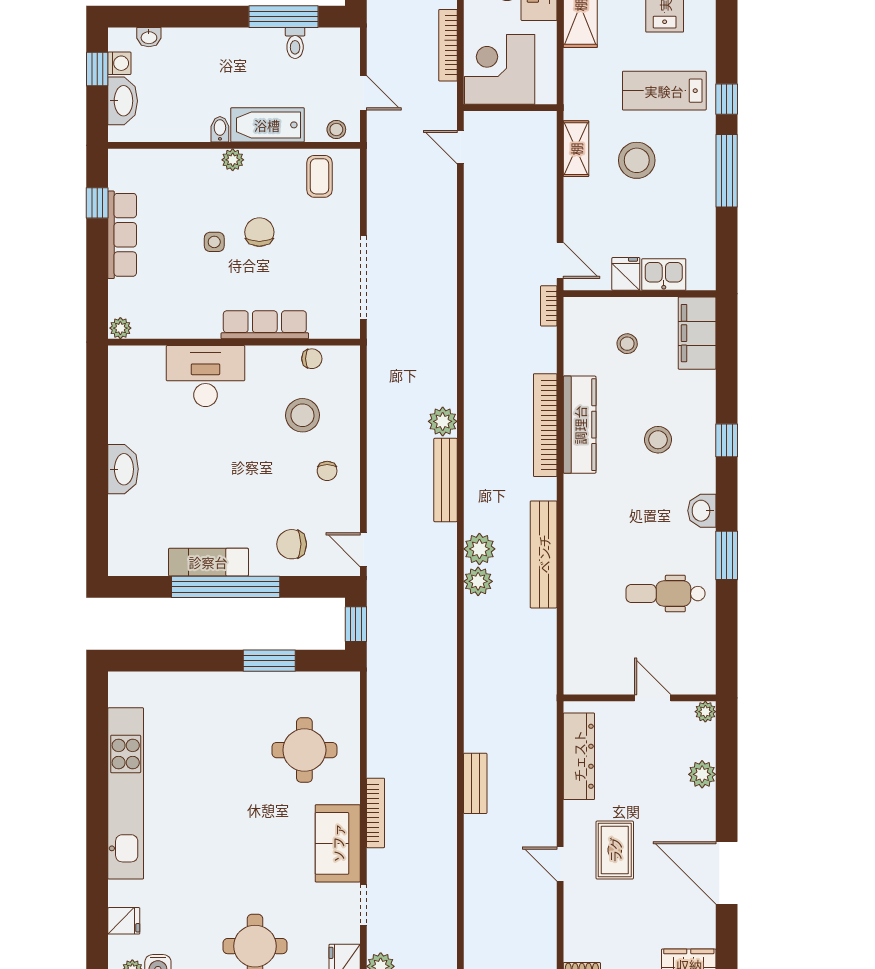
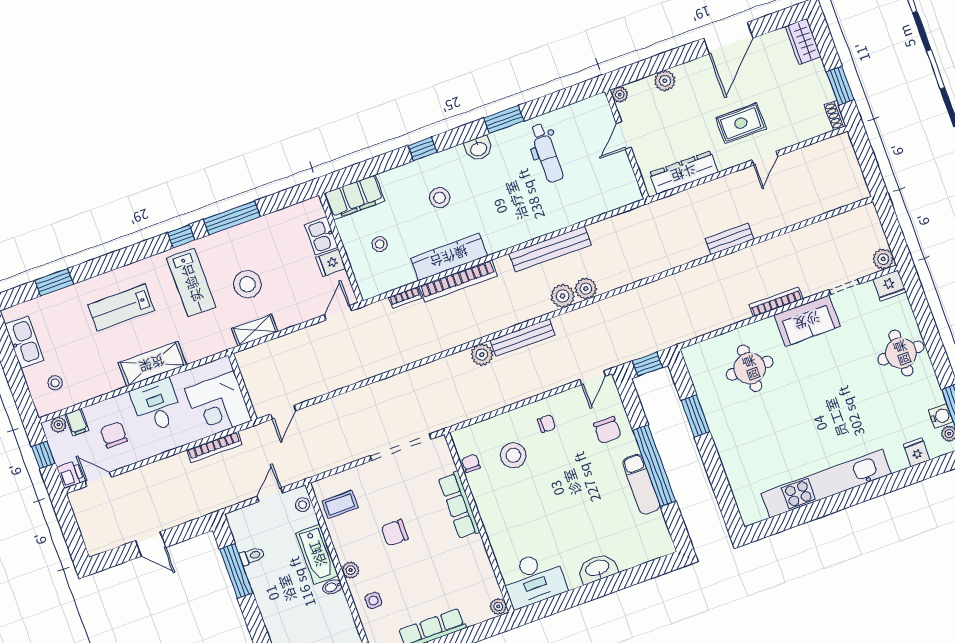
side table: (214, 242) -> (373, 600), moved
bookcase: (549, 306) -> (405, 298), moved
desk: (205, 376) -> (533, 579), moved, turned -90

